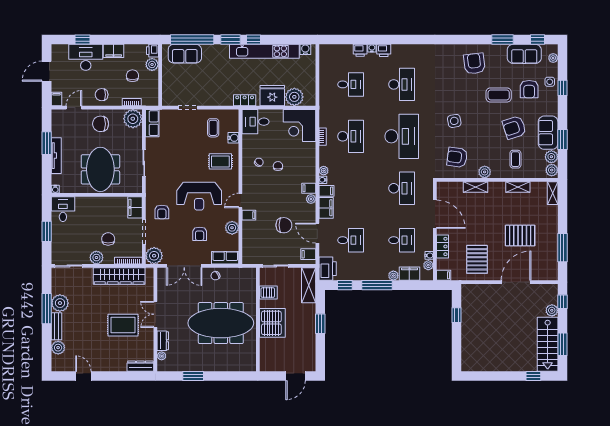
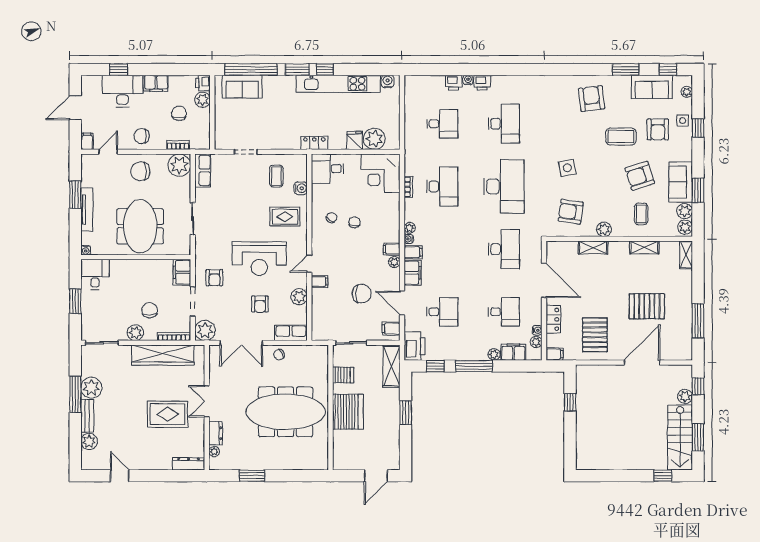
fridge: (272, 96) -> (355, 140), width x0.53, depth x0.75

